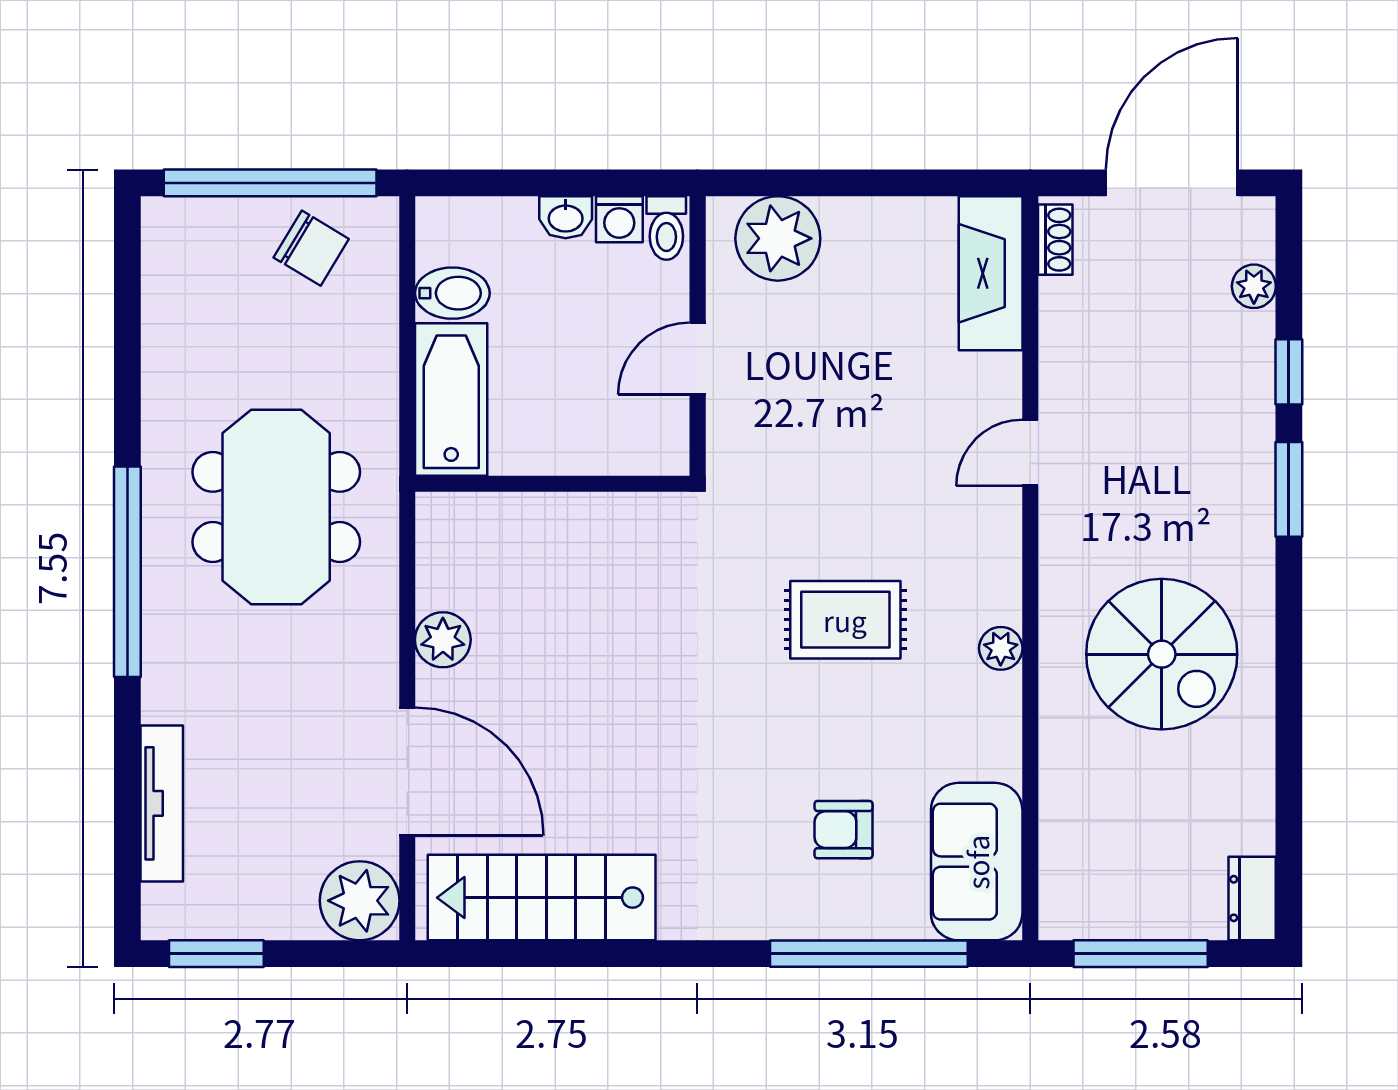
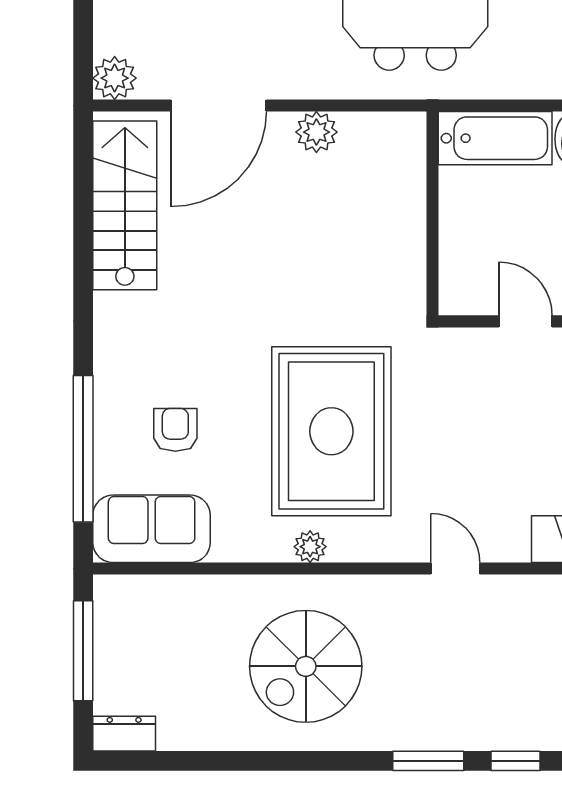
rug: (845, 620) -> (331, 431), width x1.86, depth x2.06
plant: (360, 901) -> (115, 78), width x0.73, depth x0.73

